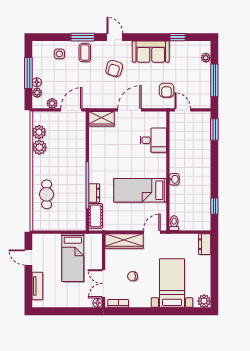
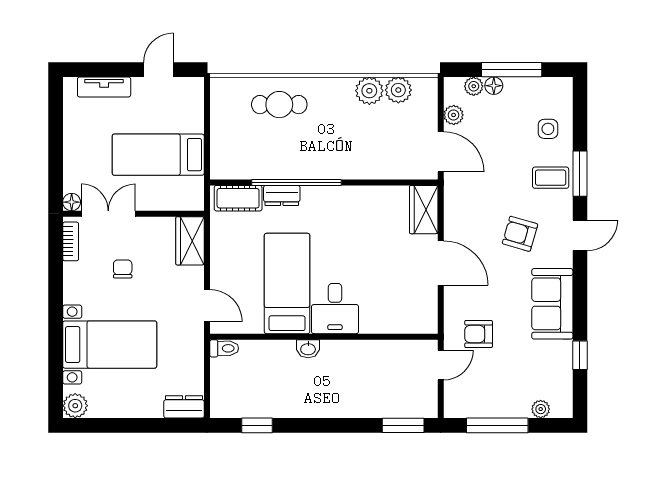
desk: (153, 140) -> (335, 309), moved
wardrobe: (124, 241) -> (190, 241), width x0.67

